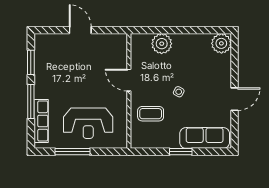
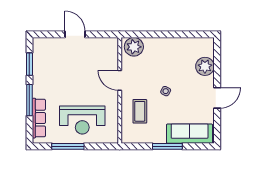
plant: (221, 43) -> (205, 66), moved
plant: (162, 44) -> (134, 47), moved
coffee table: (151, 114) -> (140, 111), turned 90
window: (181, 152) -> (167, 146), width x1.44

